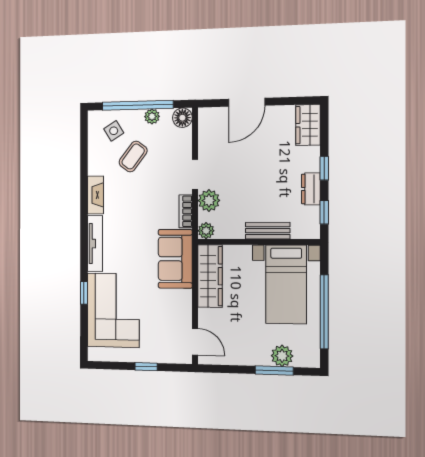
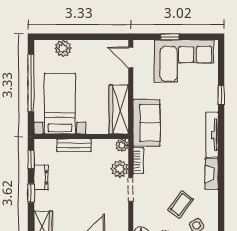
corner sofa: (113, 310) -> (184, 61), moved, turned -90
window: (274, 371) -> (69, 37), removed

